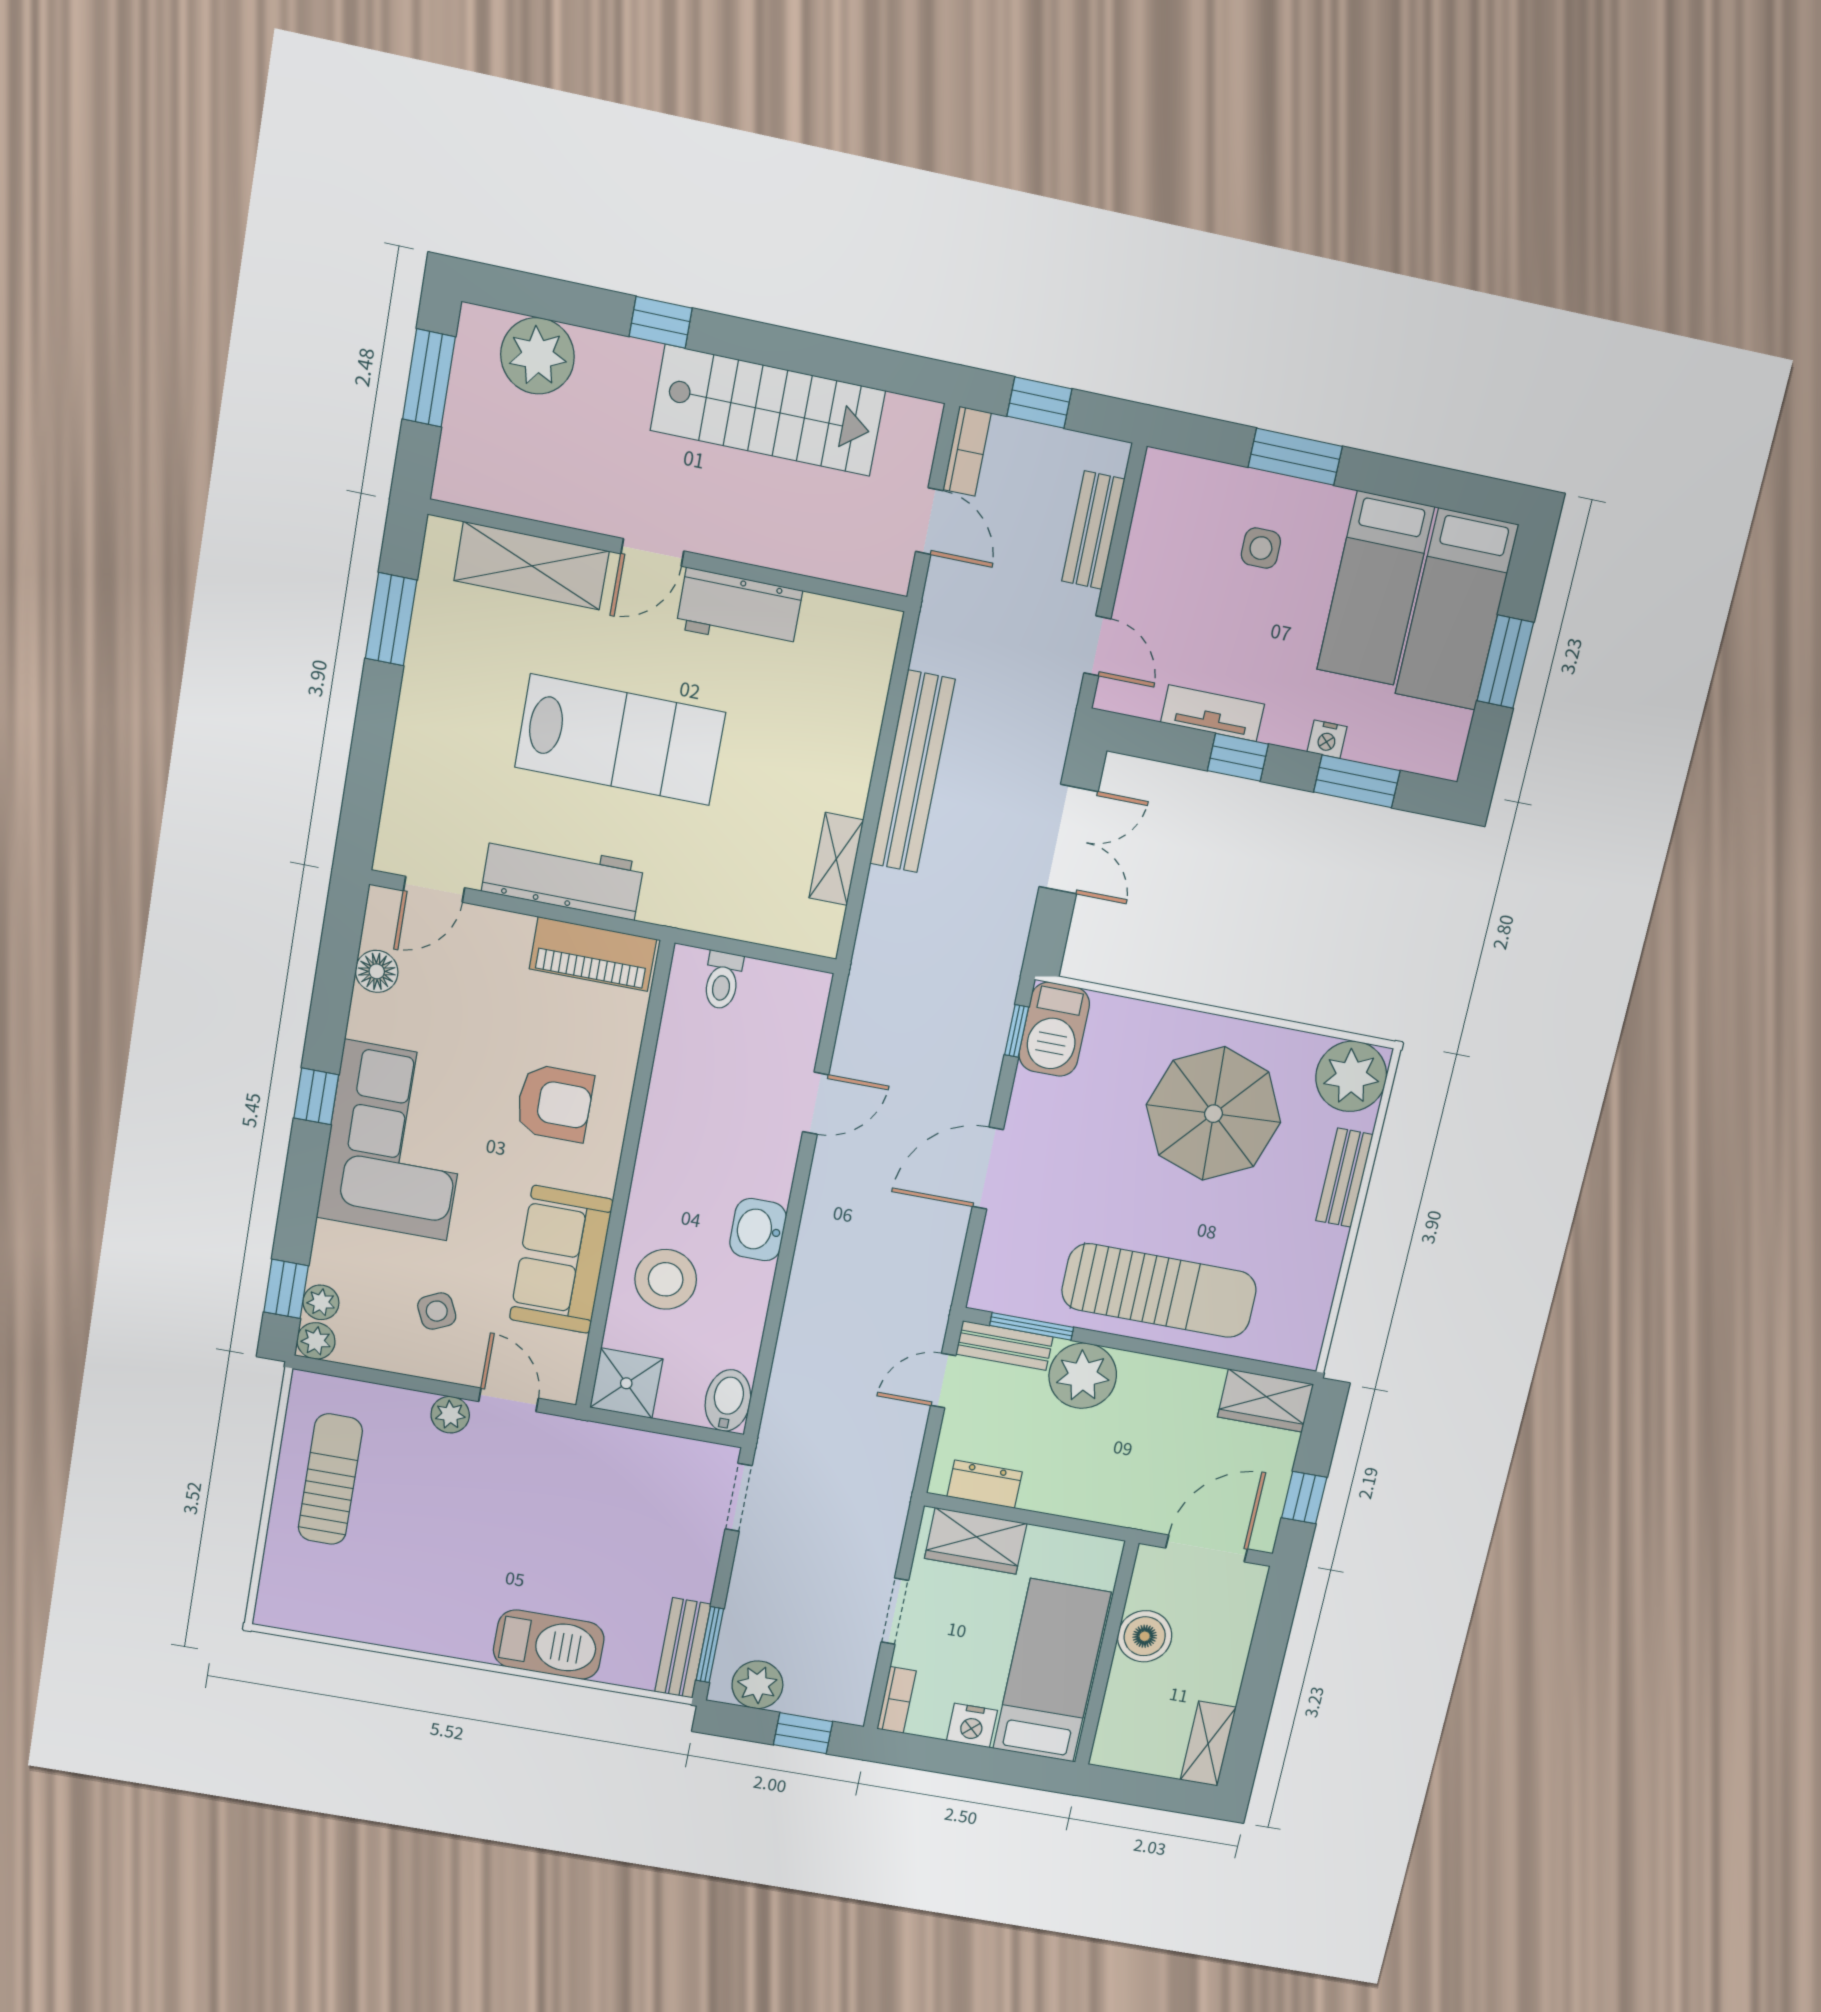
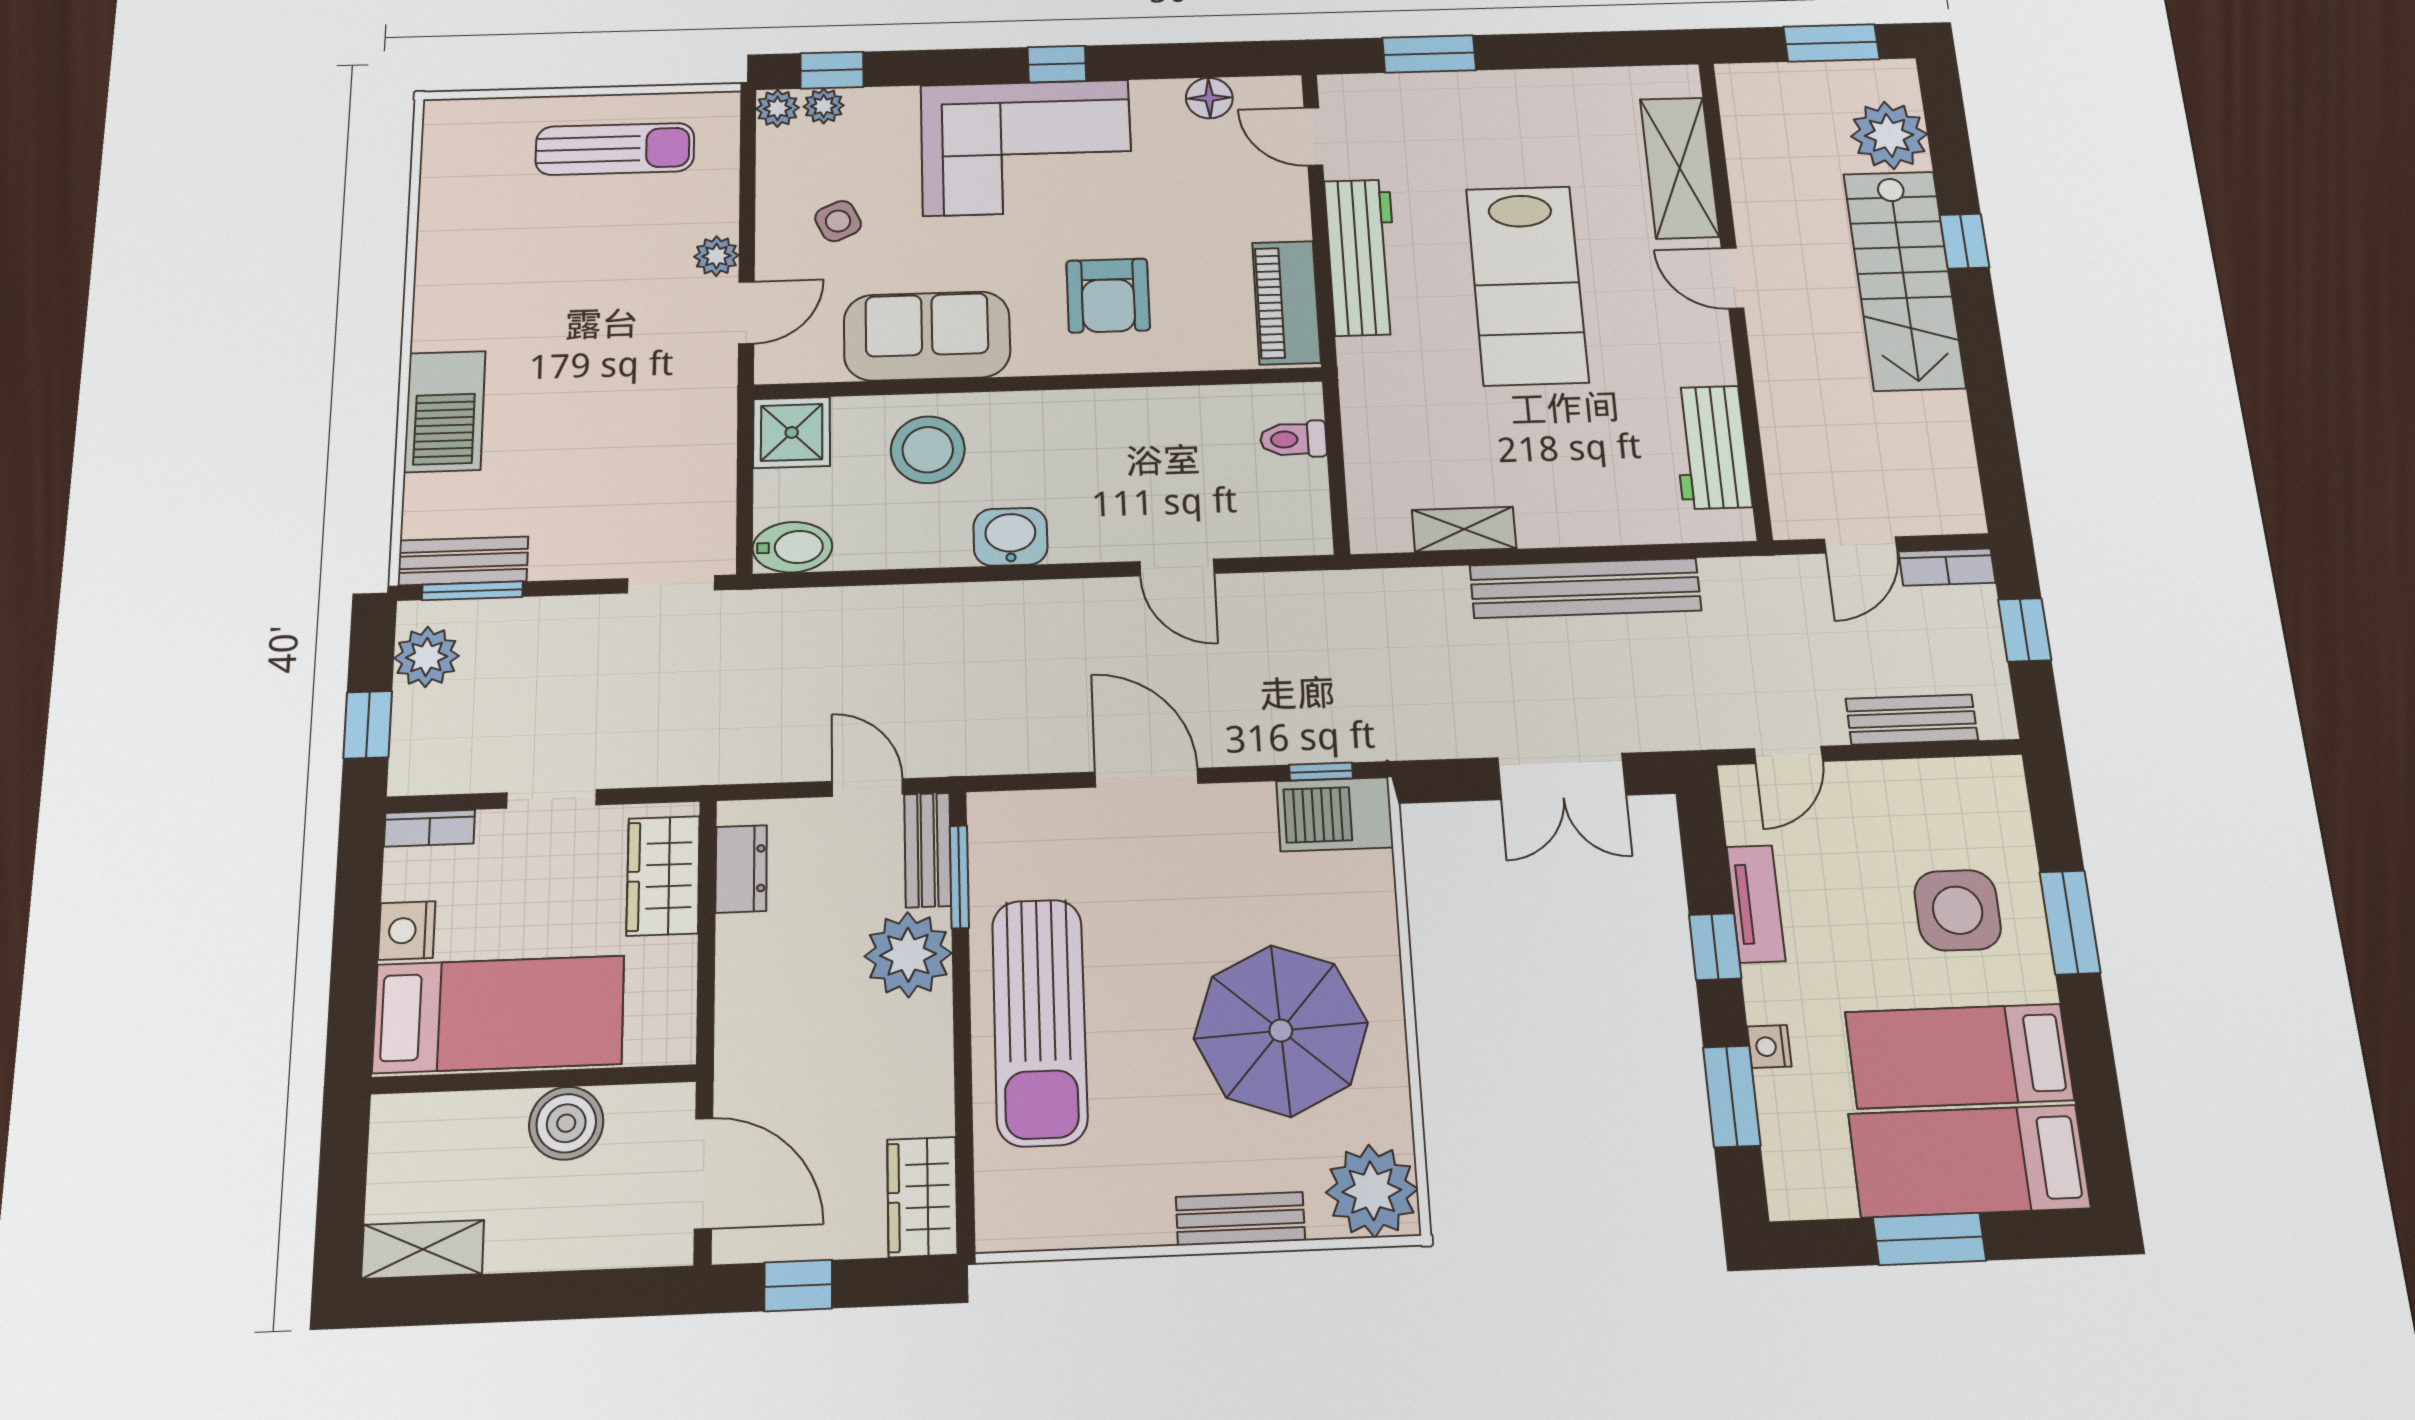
stairs: (768, 410) -> (1904, 280), moved
side table: (1261, 548) -> (1958, 910), width x1.87, depth x1.87
workbench: (739, 609) -> (1711, 447), moved
window: (391, 619) -> (1429, 54), moved

